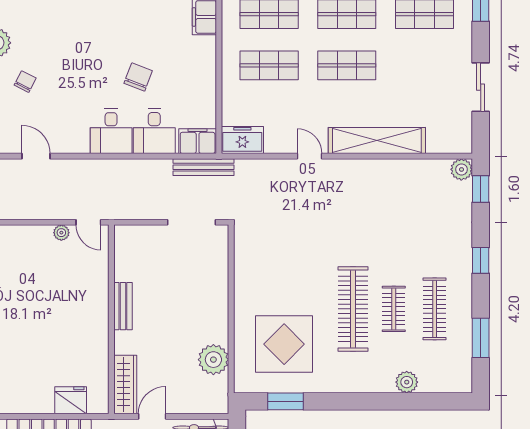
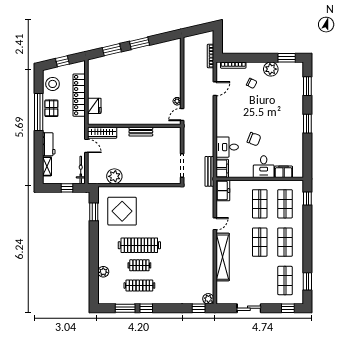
desk: (111, 131) -> (264, 167), moved, turned -90
window: (481, 260) -> (146, 308), moved

